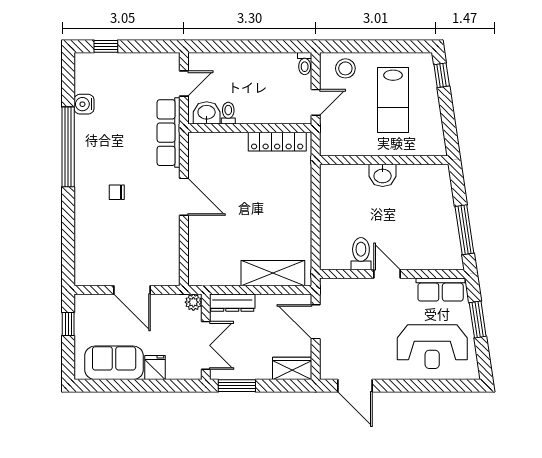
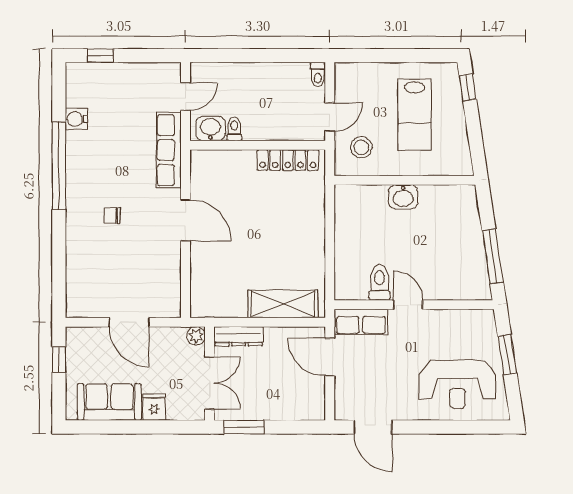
stool: (345, 68) -> (361, 147), moved
row of seats: (441, 290) -> (361, 322), moved
wardrobe: (292, 368) -> (304, 408), removed

